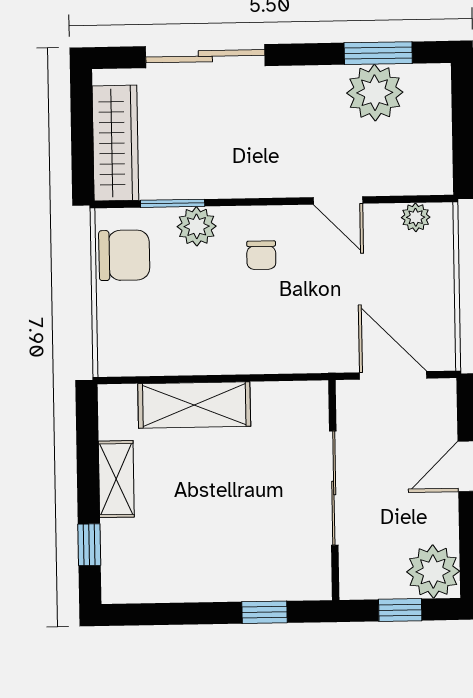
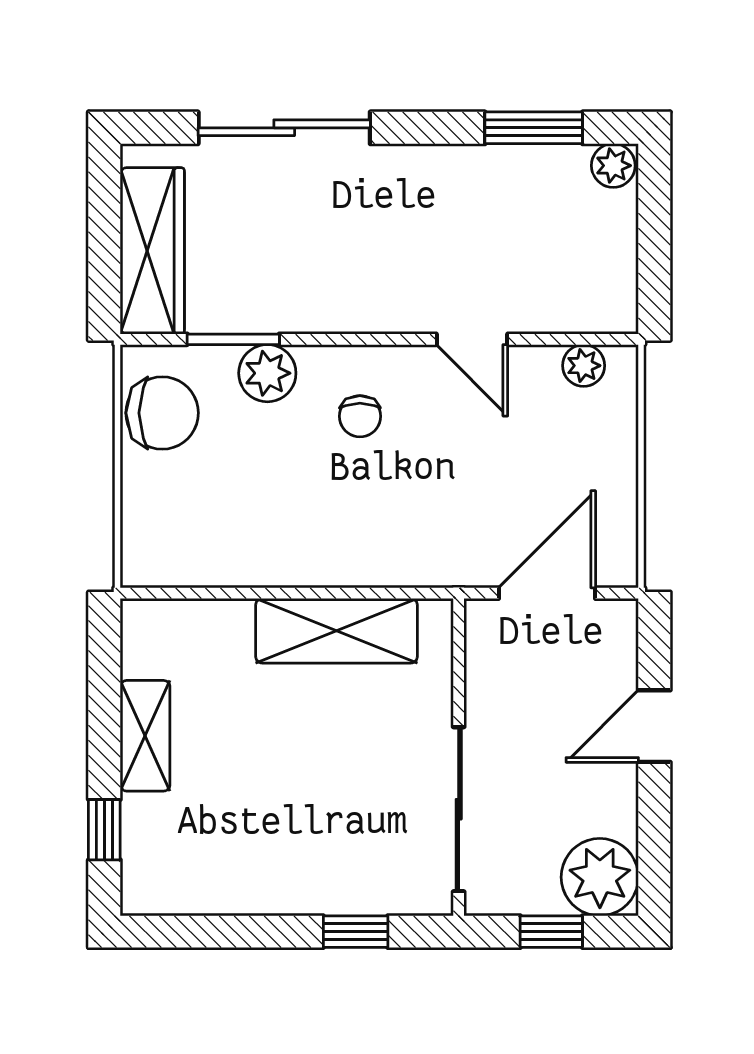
plant: (375, 93) -> (613, 166), moved, width x0.53, depth x0.53
door: (393, 375) -> (547, 593), hinge flipped
shelving: (194, 405) -> (336, 631), moved
sliding door: (334, 488) -> (459, 809), moved

